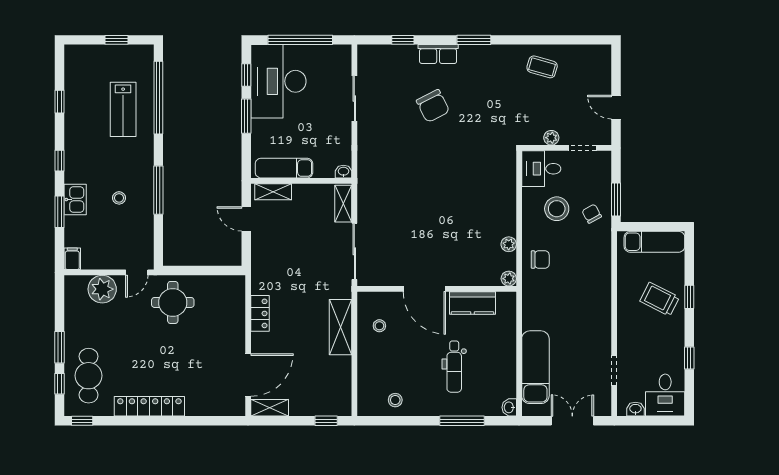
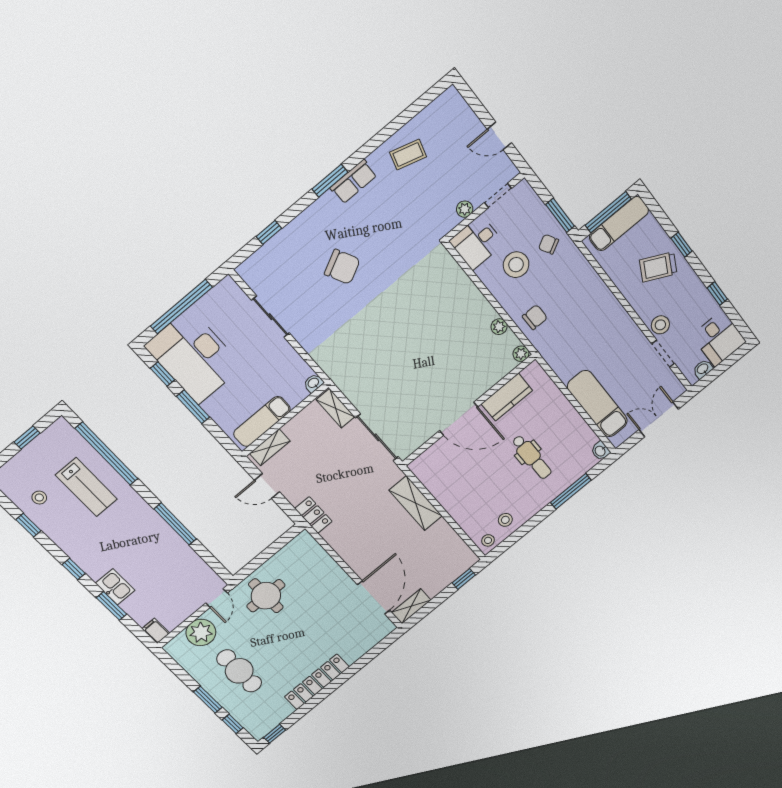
row of seats: (438, 54) -> (354, 182), moved
stool: (119, 198) -> (39, 498), moved
window: (653, 227) -> (608, 212), added
locker: (260, 313) -> (314, 515), moved
stool: (379, 326) -> (488, 540), moved
stool: (629, 346) -> (660, 325), added
cafe table: (89, 376) -> (239, 671), moved

